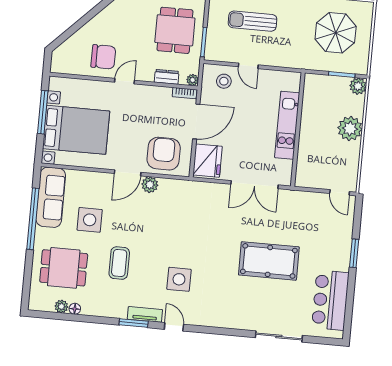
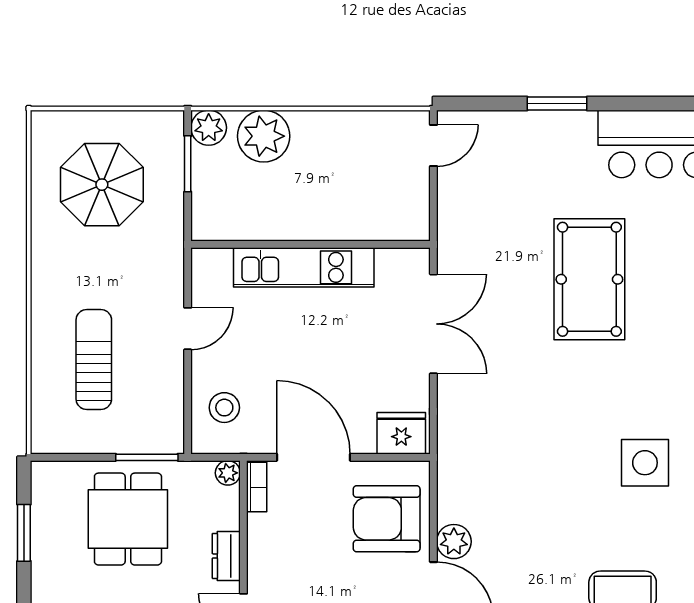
sun lounger: (253, 21) -> (94, 360), turned 180
dining table: (175, 30) -> (128, 519), turned 90
door: (248, 66) -> (188, 329), moved
dresser: (167, 77) -> (226, 556), moved
plant: (350, 129) -> (264, 136), moved
fridge: (208, 161) -> (401, 433), width x0.73, depth x0.75

